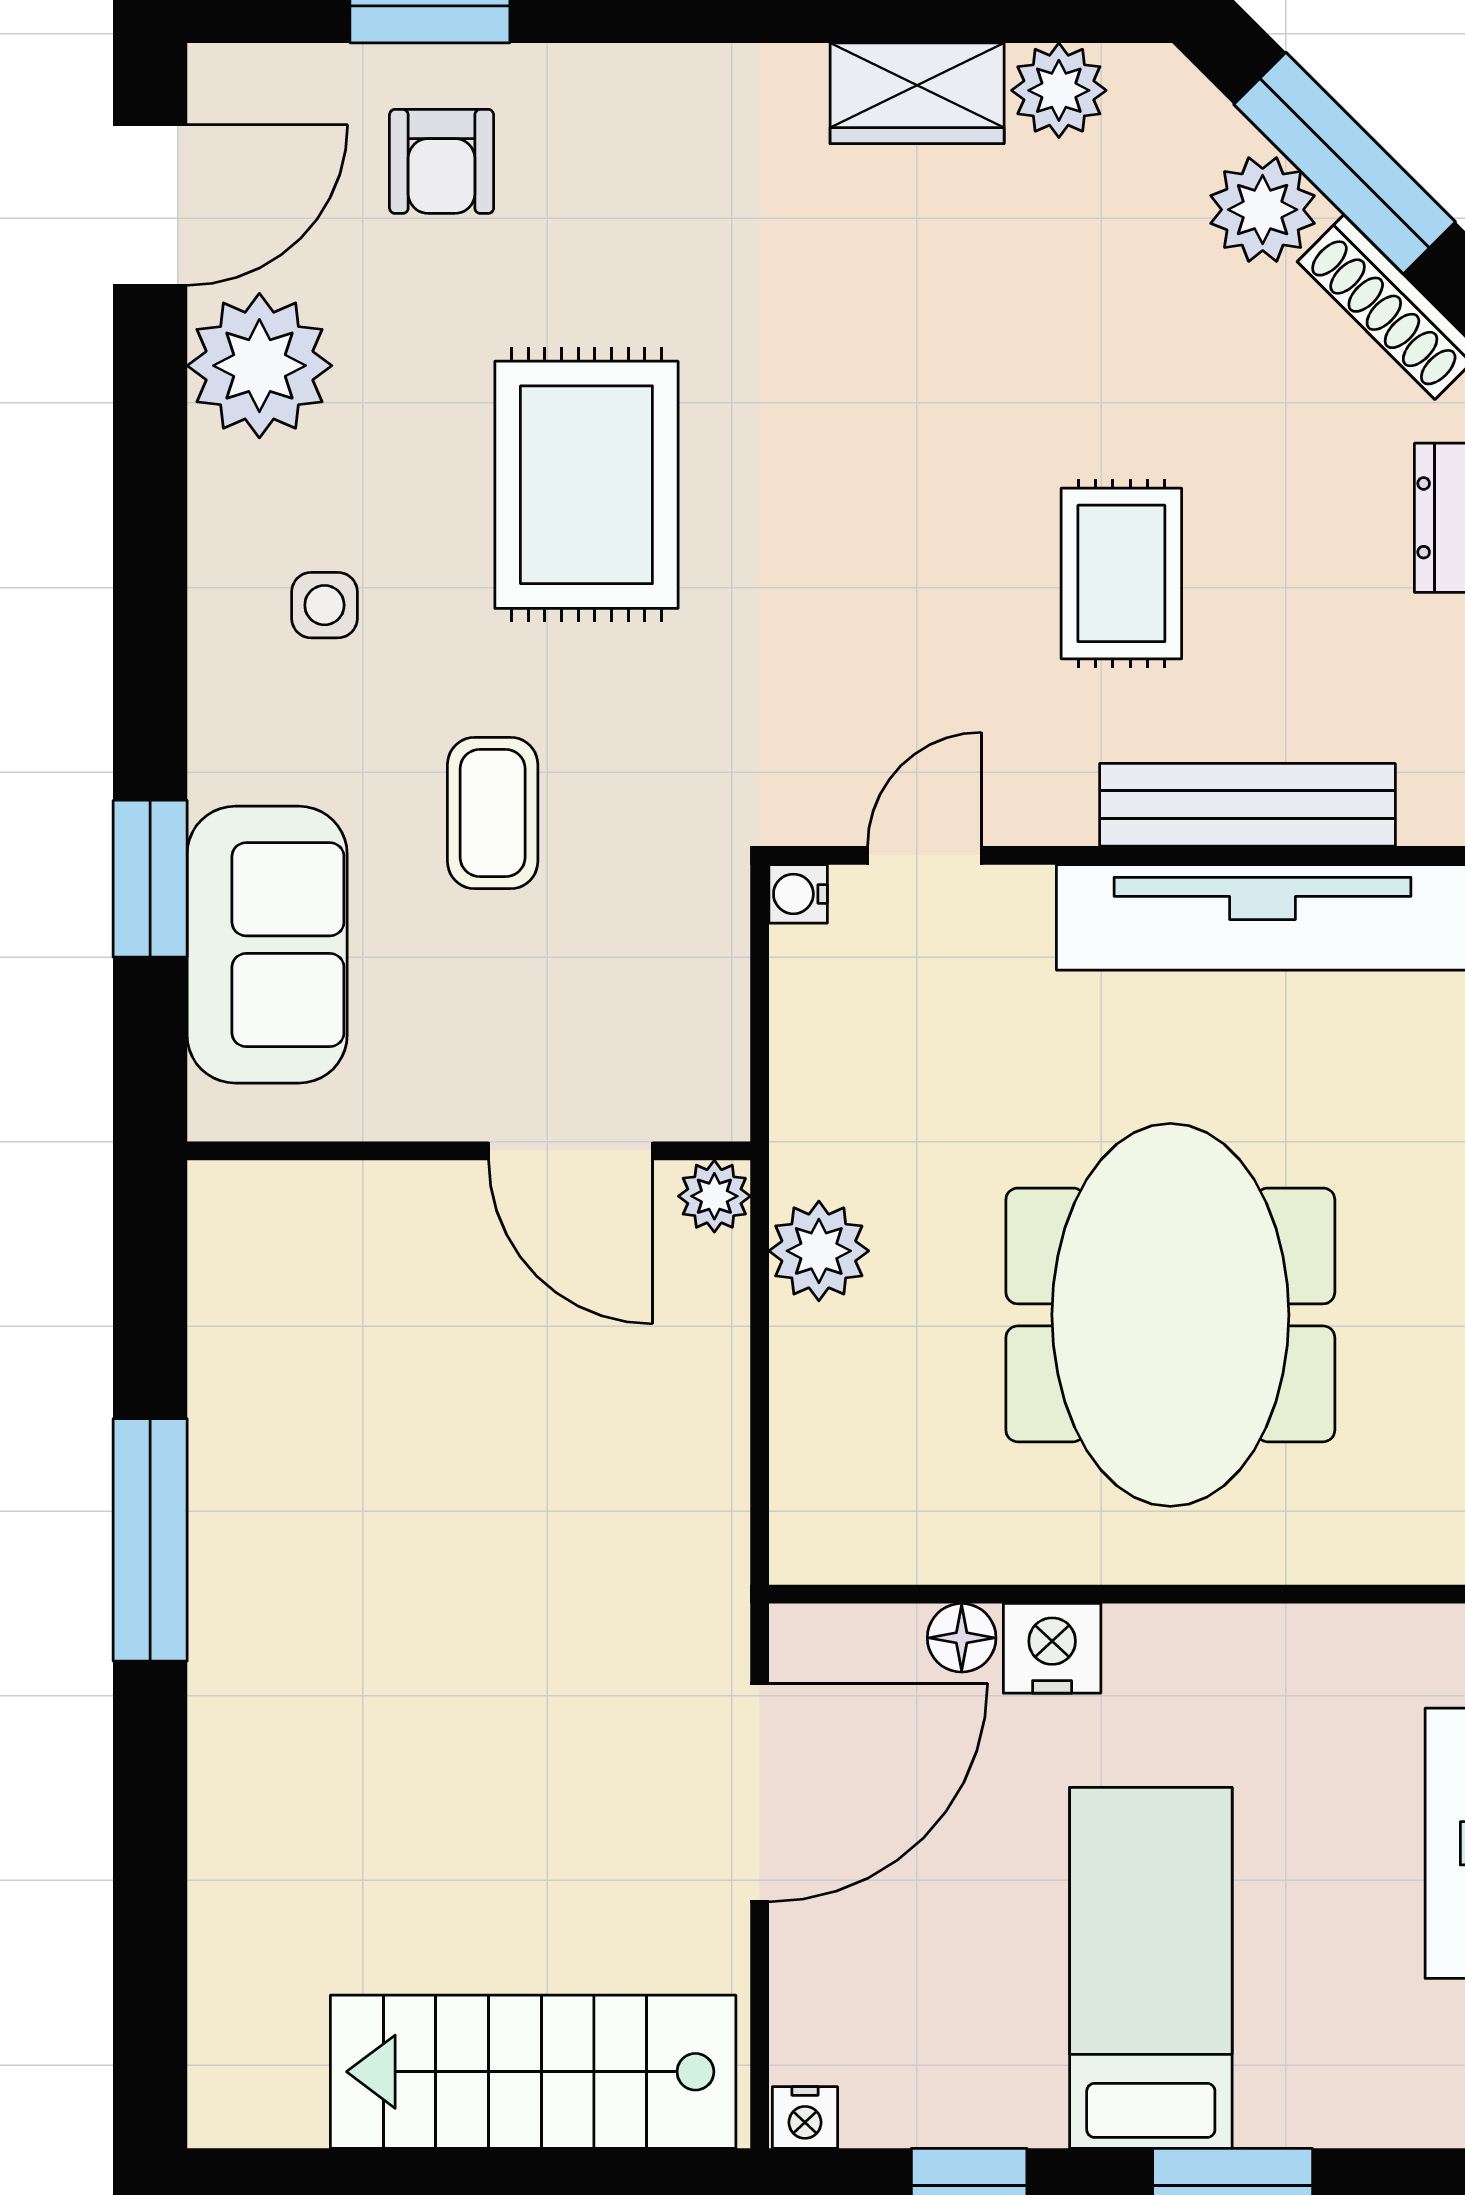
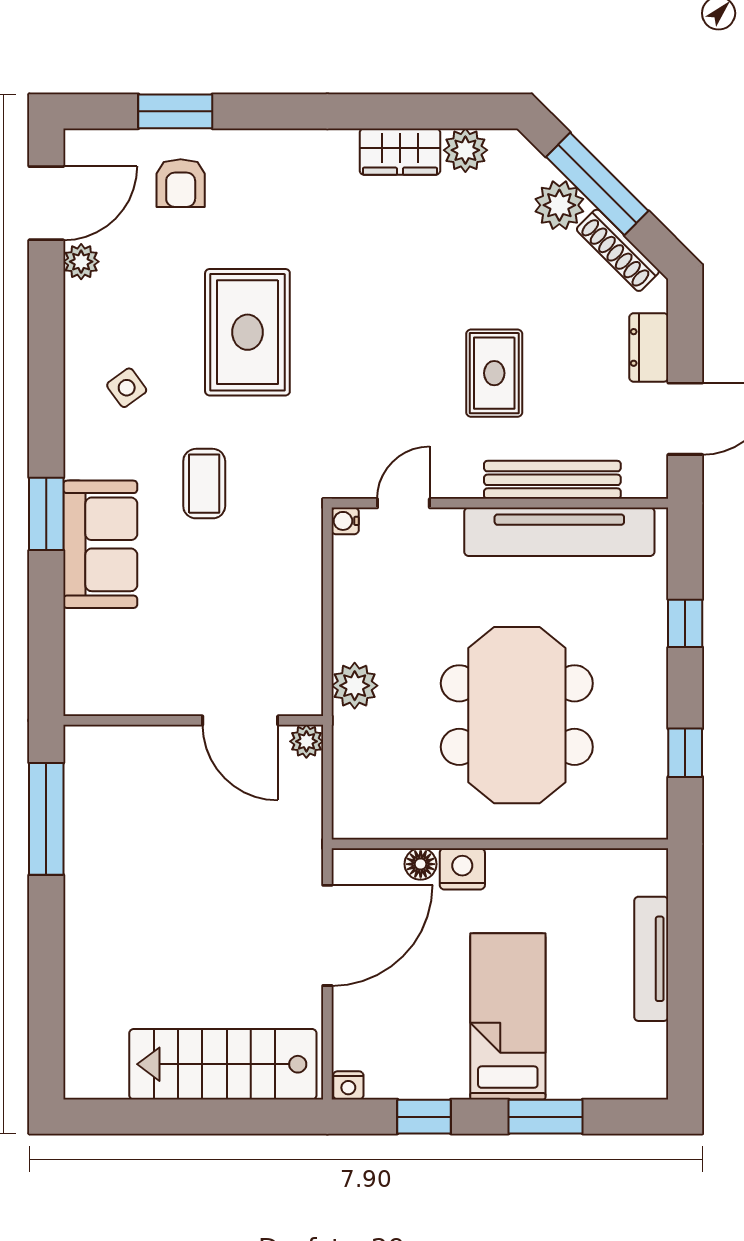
plant: (259, 366) -> (81, 262), width x0.53, depth x0.53
side table: (324, 605) -> (127, 388), turned -36
wall: (469, 1151) -> (193, 720), moved
door: (571, 1151) -> (240, 720), moved
plant: (714, 1196) -> (306, 741), moved

